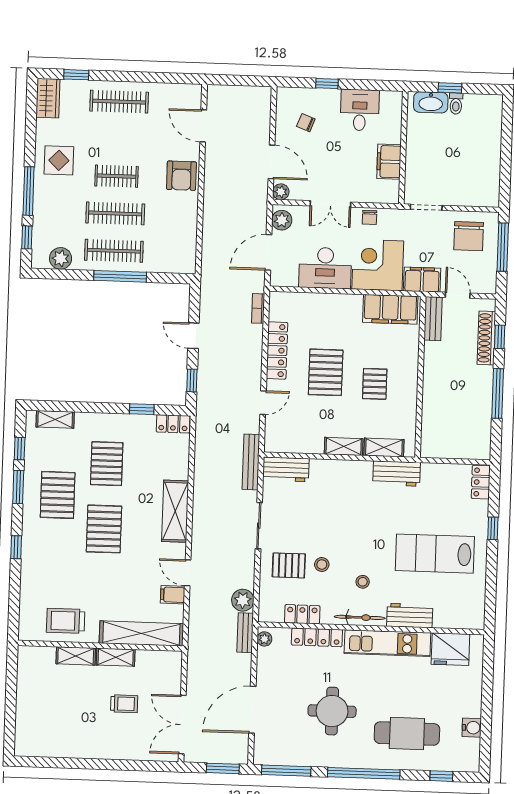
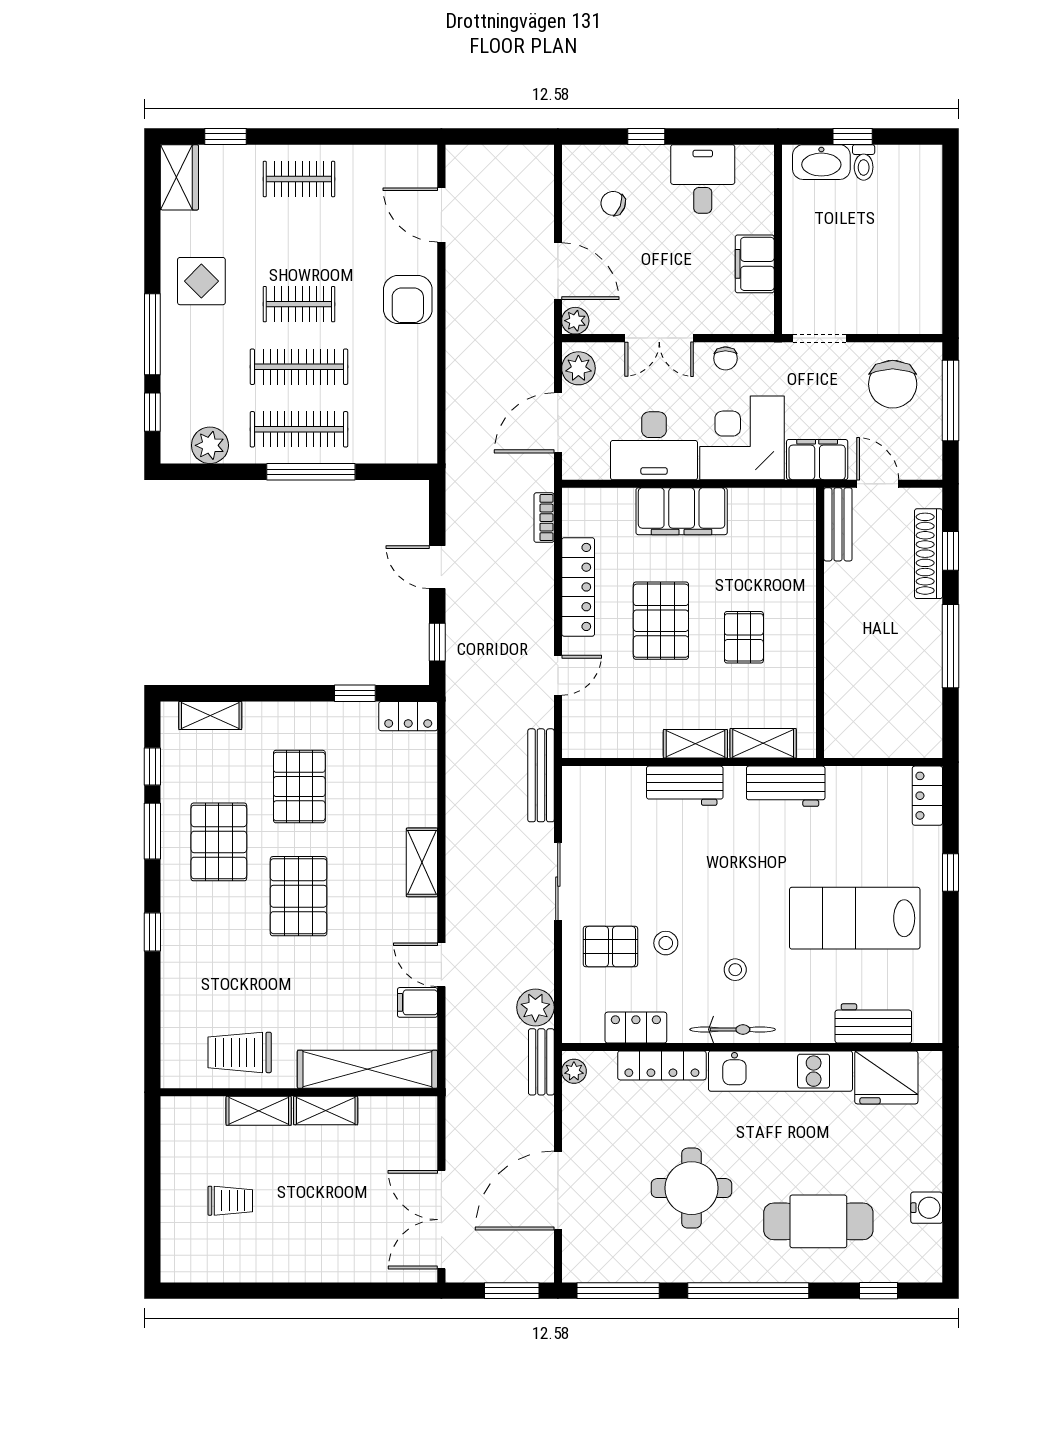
clothes rail: (119, 102) -> (299, 179), width x0.73
filing cabinet: (390, 309) -> (682, 511), moved
workbench: (286, 469) -> (685, 786), moved
shelving: (175, 511) -> (422, 862), width x0.67, depth x0.75
workbench: (410, 615) -> (873, 1023), moved
trolley: (124, 704) -> (230, 1201), moved

